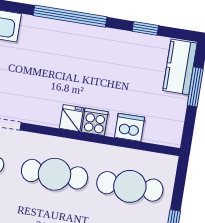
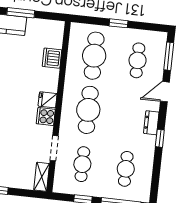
cooker: (95, 122) -> (46, 117), moved

